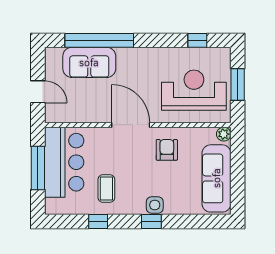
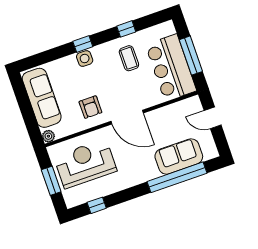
reception desk: (194, 90) -> (85, 164), turned 180

